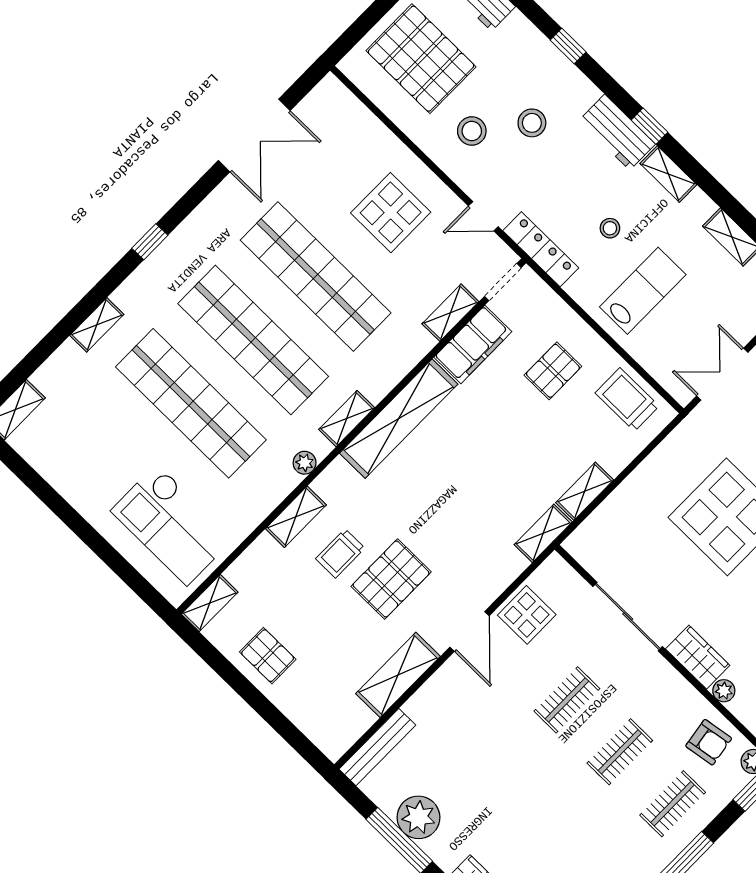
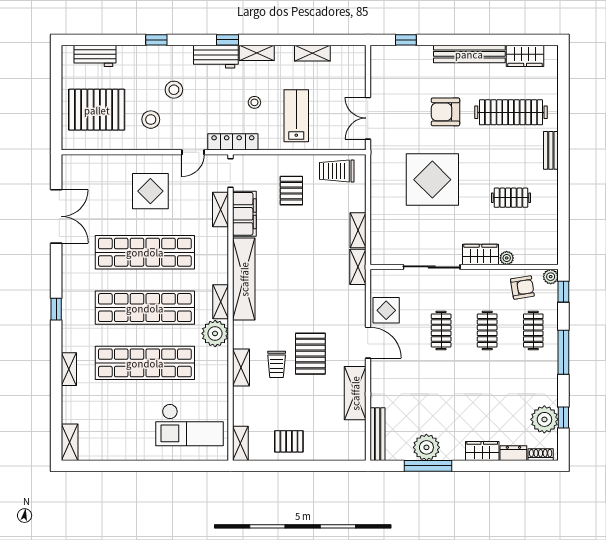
plant: (305, 463) -> (215, 333), width x1.87, depth x1.87

